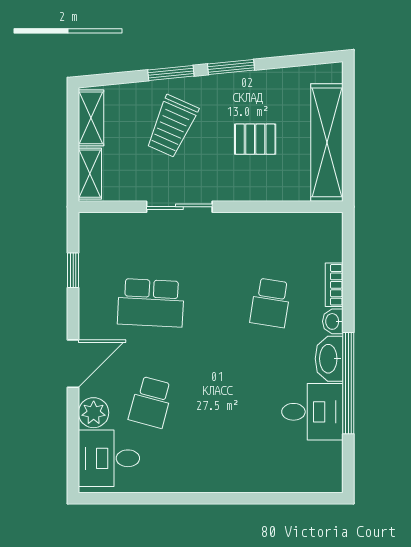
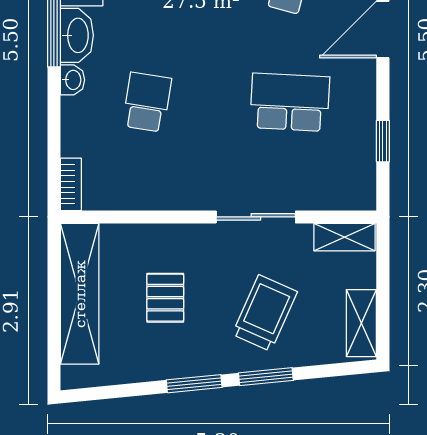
pallet: (255, 139) -> (165, 298), turned 90
shelving: (90, 174) -> (345, 237), moved, turned 90
bookcase: (334, 285) -> (71, 184), moved

